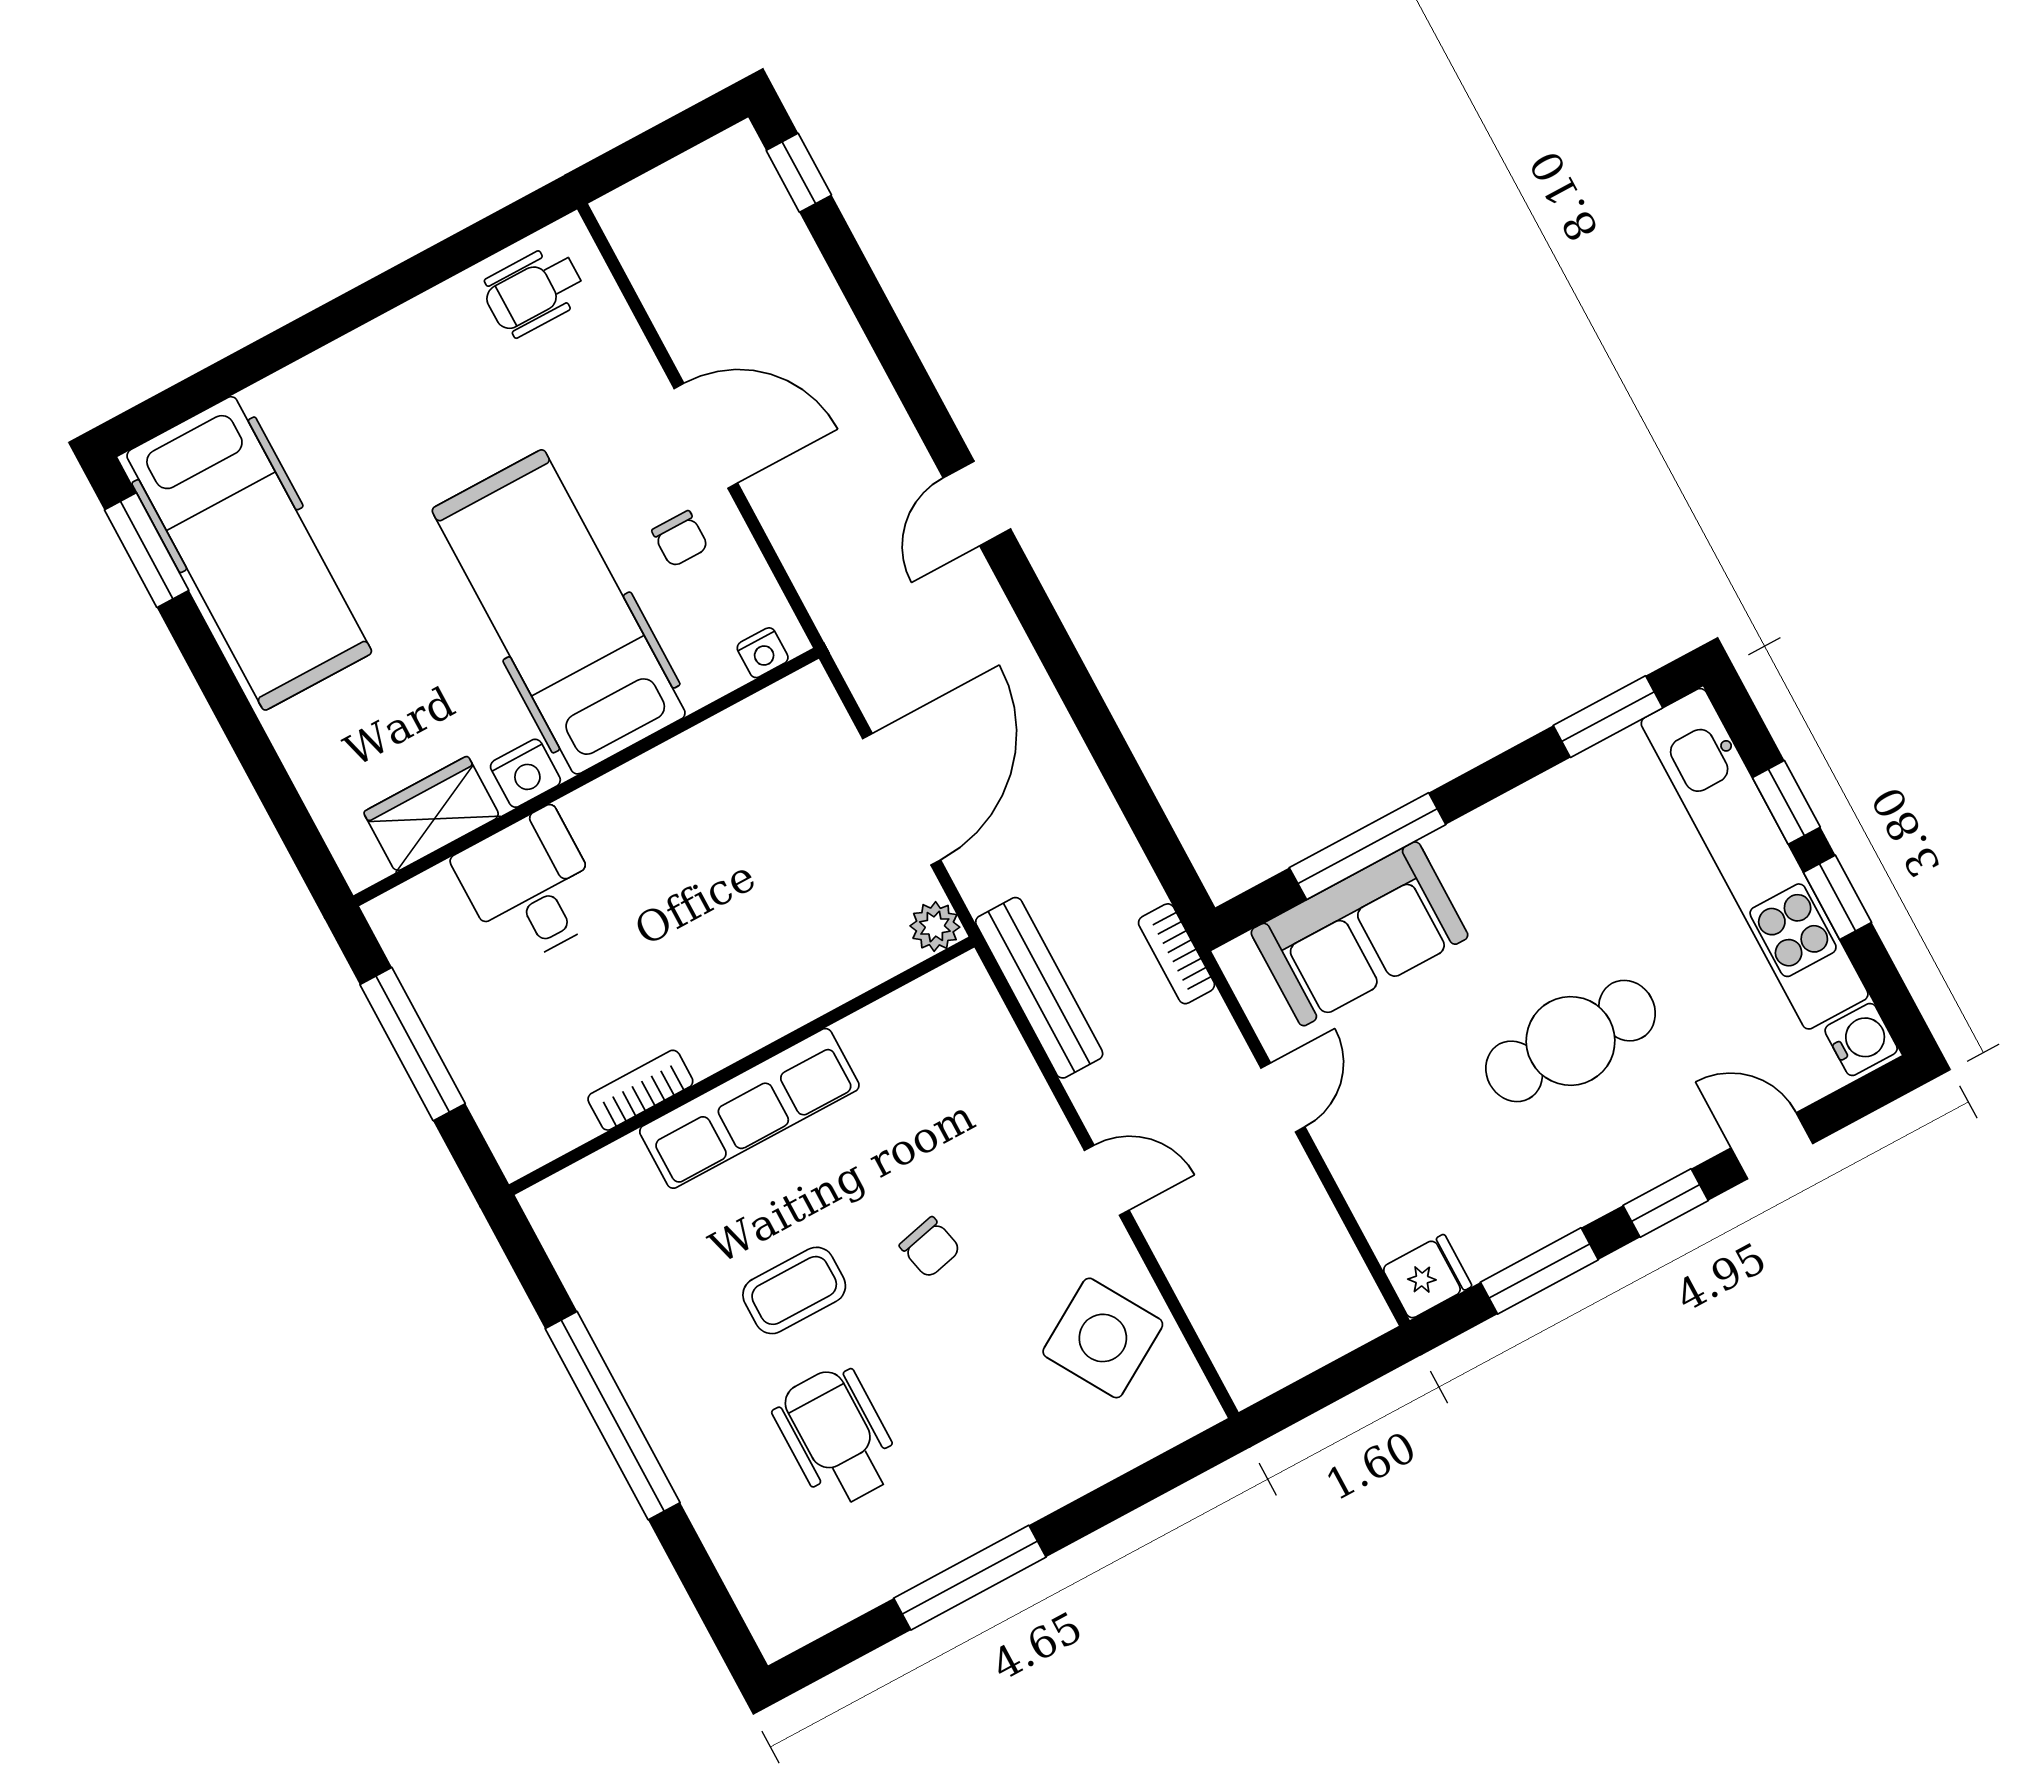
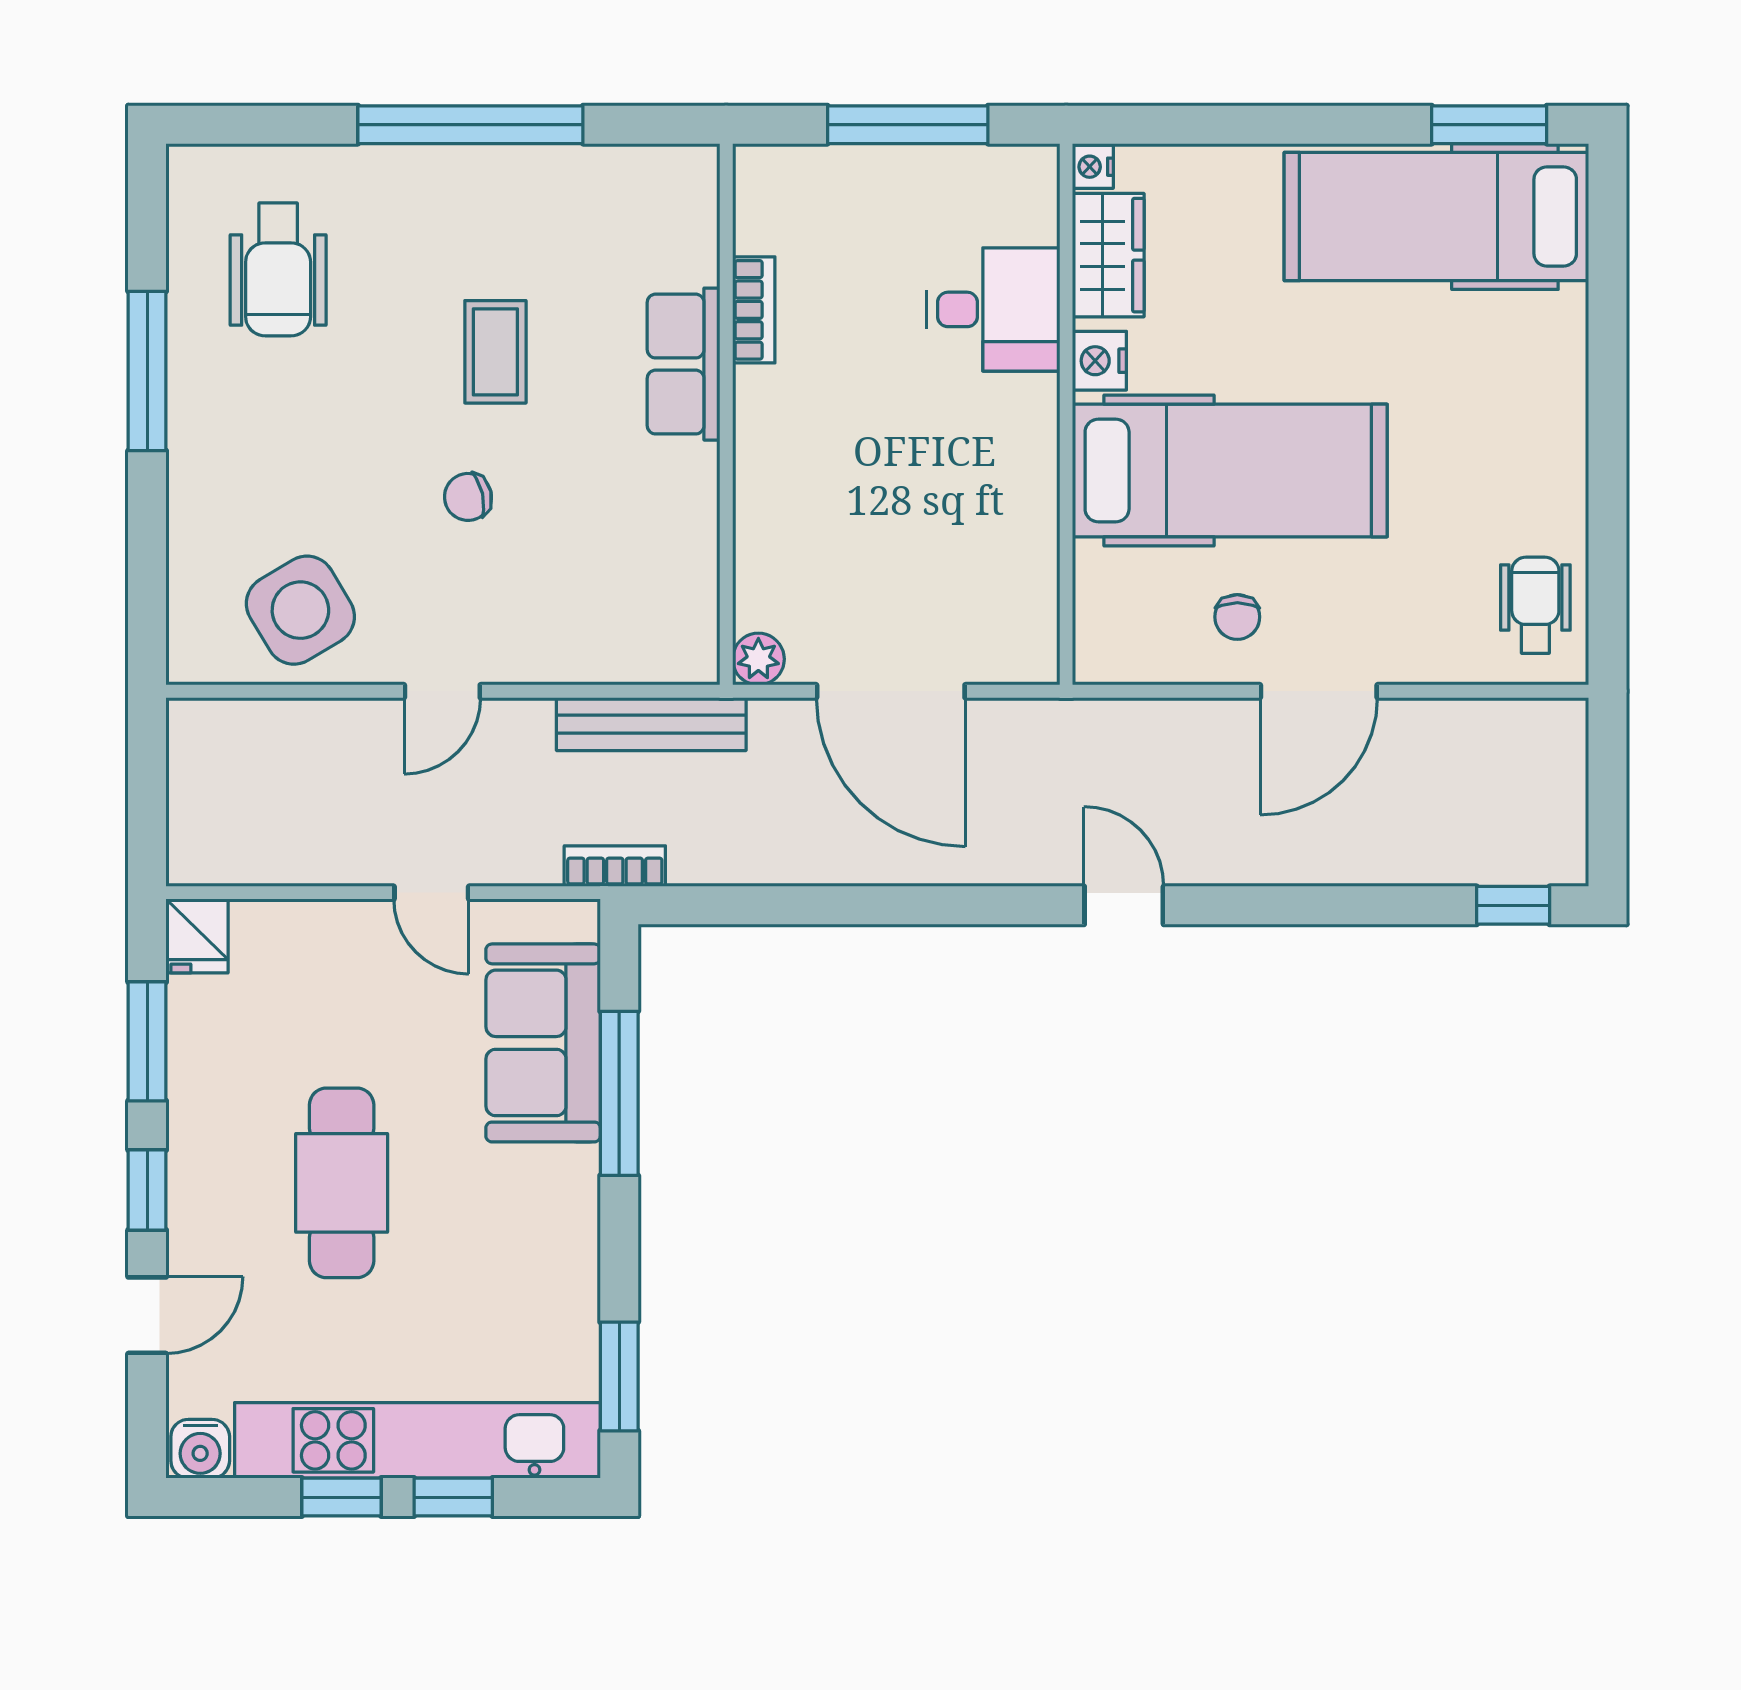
chair: (680, 539) -> (1237, 617), turned -90
nightstand: (763, 653) -> (1093, 167), moved
row of seats: (749, 1108) -> (684, 364), width x0.68
wheelchair: (837, 1437) -> (278, 269), moved, turned 90

